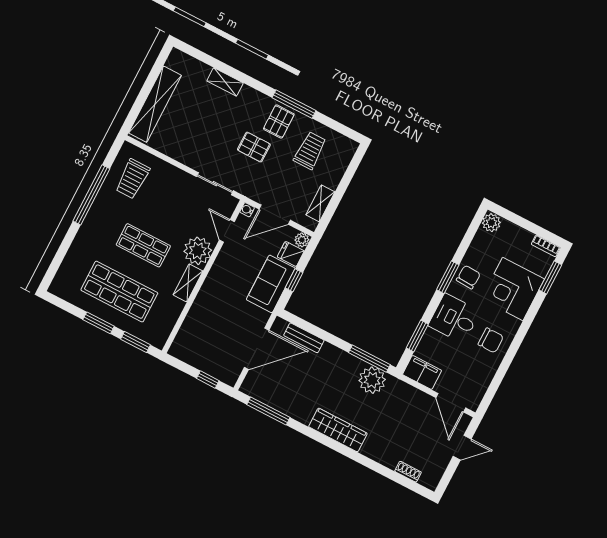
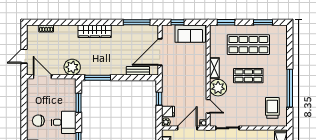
sofa: (271, 284) -> (190, 34), moved, turned 90
window: (99, 323) -> (263, 22), moved
filing cabinet: (422, 372) -> (66, 85), removed
plant: (372, 380) -> (72, 67), moved

